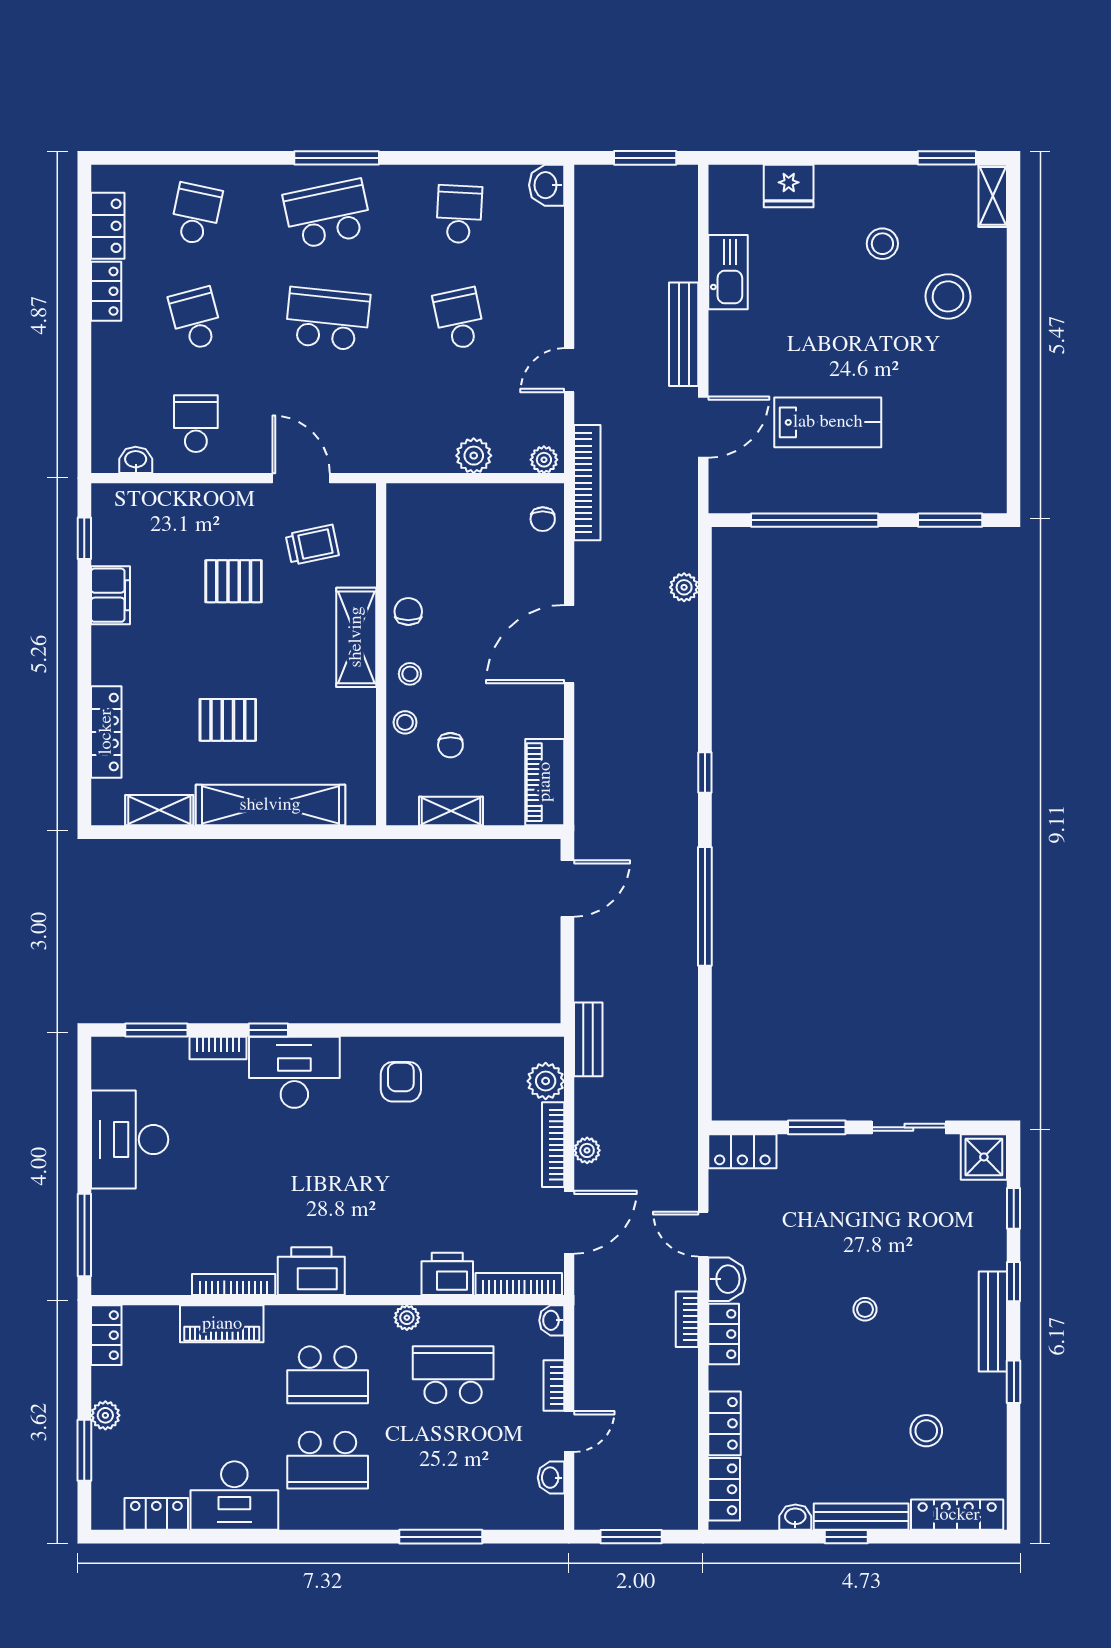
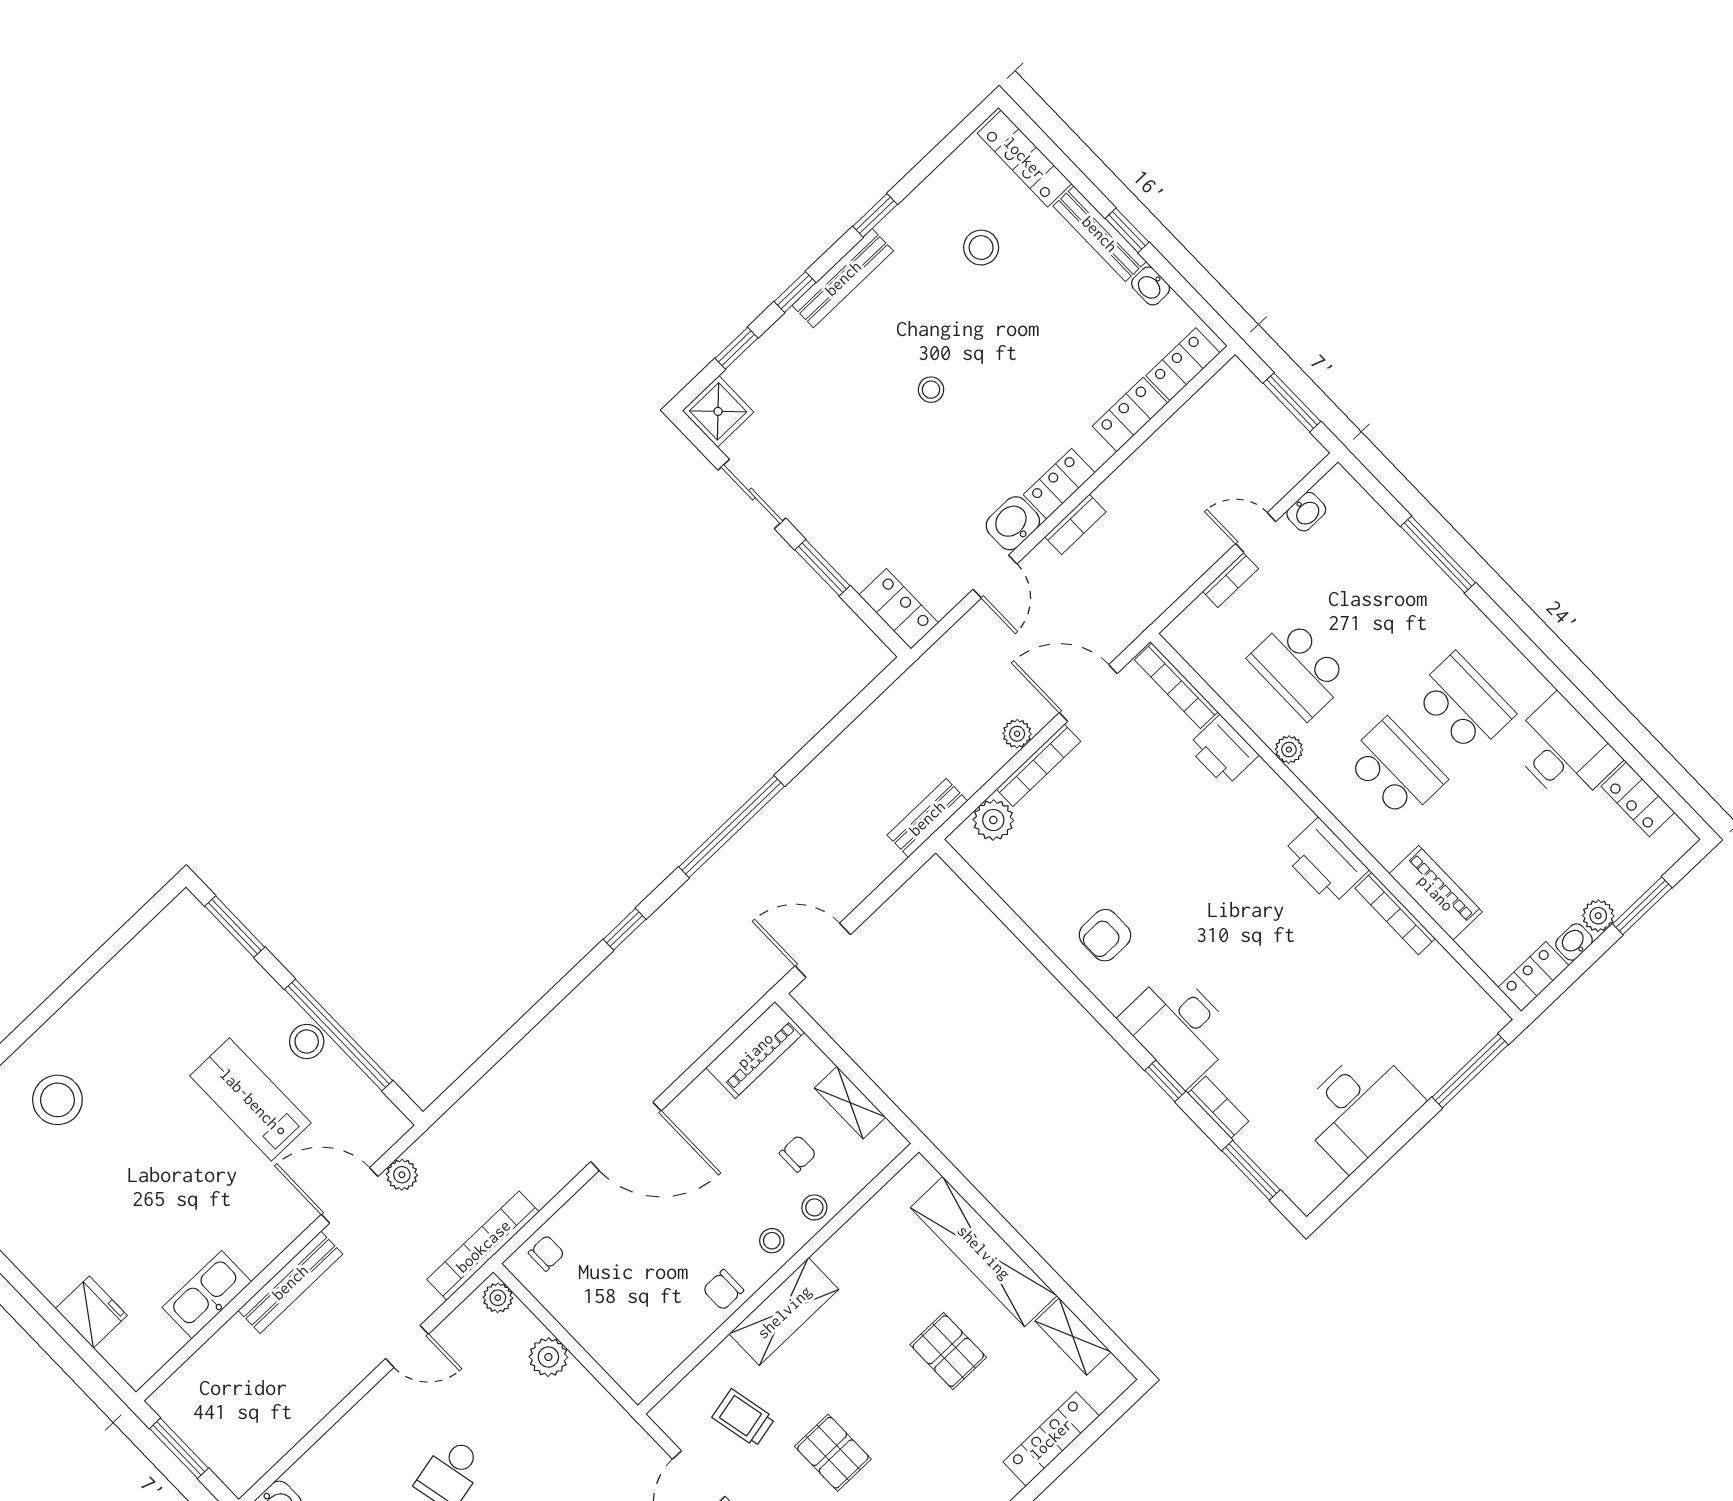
stool: (882, 244) -> (307, 1042), moved
plant: (684, 587) -> (402, 1175), moved
washbasin: (552, 1320) -> (1574, 942), moved, turned 180

